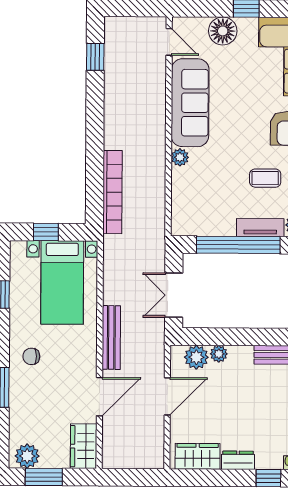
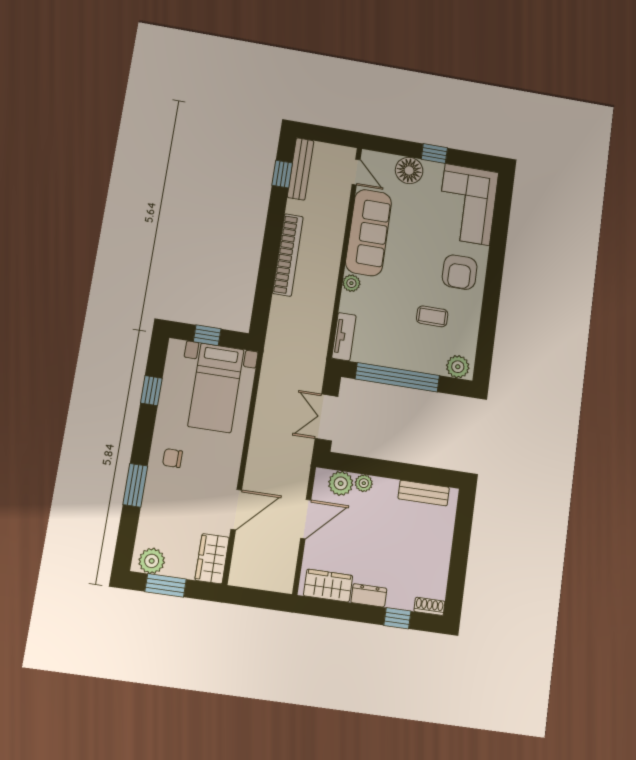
bookcase: (112, 192) -> (288, 255), moved
tv unit: (260, 228) -> (344, 337), moved, turned 90
bench: (111, 337) -> (301, 169), moved

